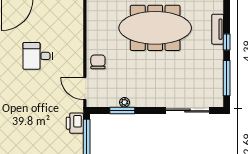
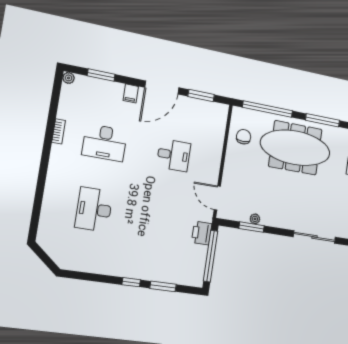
desk: (38, 56) -> (174, 155), turned 180
chair: (98, 62) -> (244, 137), moved

